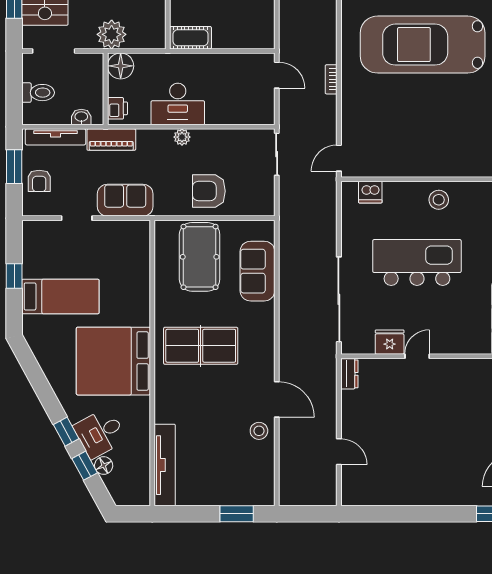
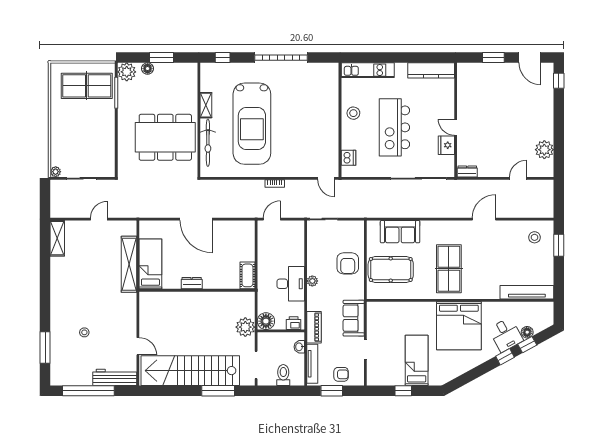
stool: (259, 431) -> (535, 237), moved
plant: (383, 492) -> (544, 150), added

